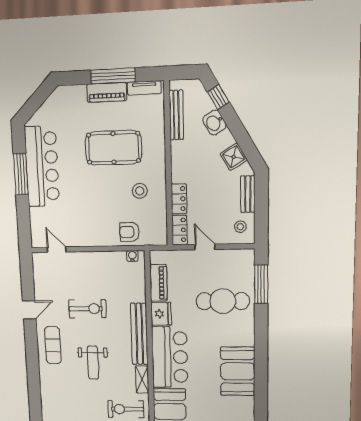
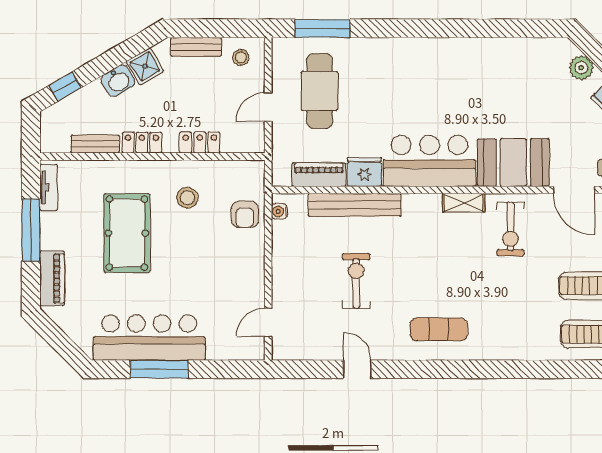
piano: (107, 92) -> (52, 278), moved
bench: (176, 115) -> (95, 144), width x0.73
washbasin: (214, 123) -> (118, 81), moved
locker: (180, 230) -> (142, 143), moved
cafe table: (223, 301) -> (320, 91), moved
bench: (139, 334) -> (355, 205), moved
exercise mat: (53, 345) -> (439, 329), moved
weight bench: (93, 363) -> (438, 276), removed
booth: (238, 371) -> (451, 62), removed

